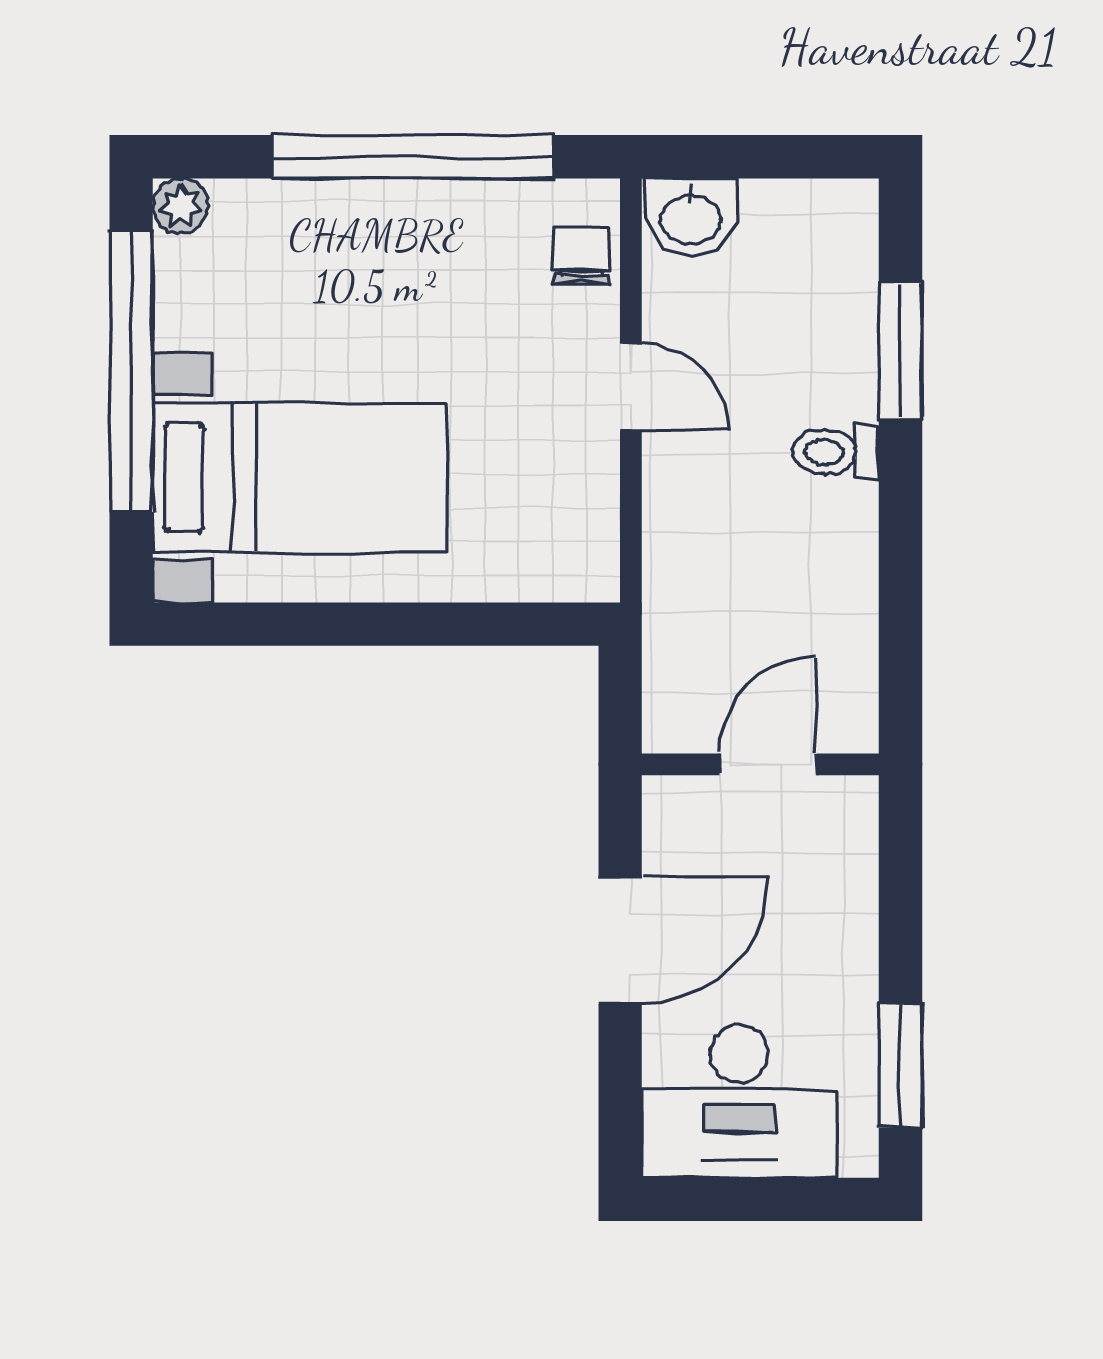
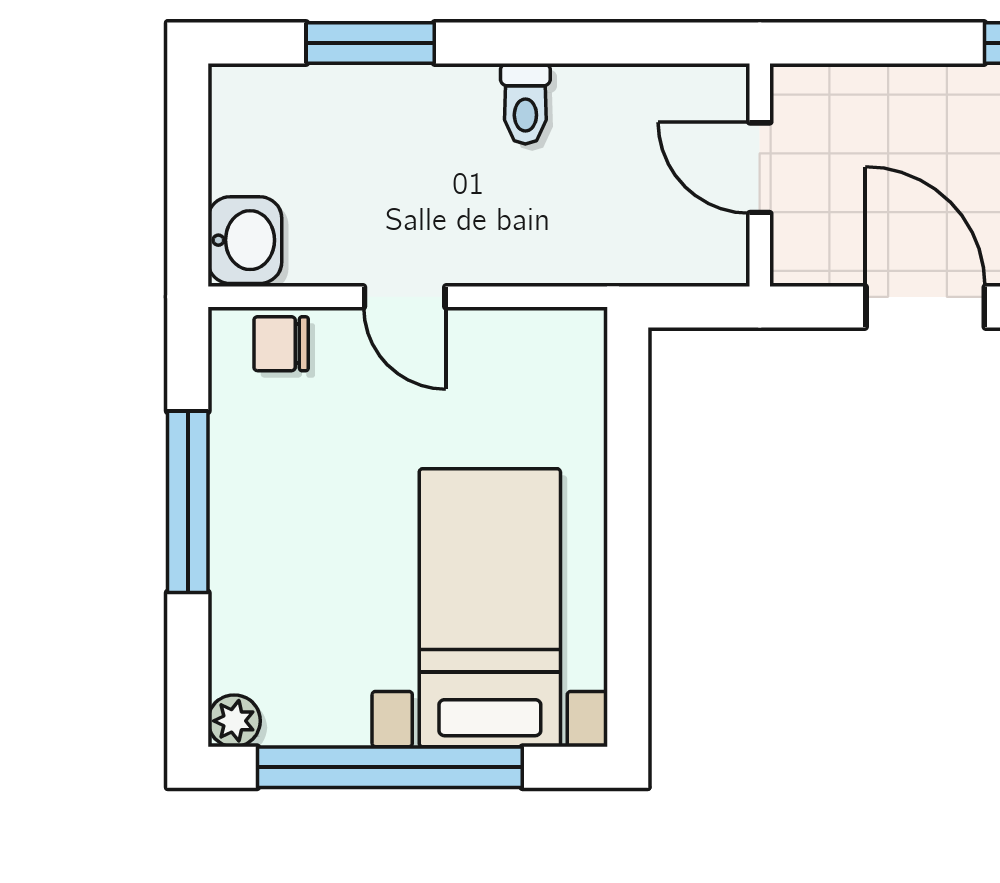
window: (413, 157) -> (188, 502), width x0.68
door: (631, 387) -> (405, 297), swing flipped
toilet: (836, 452) -> (525, 104), moved

